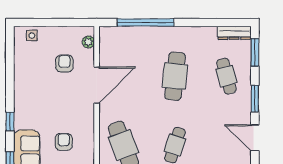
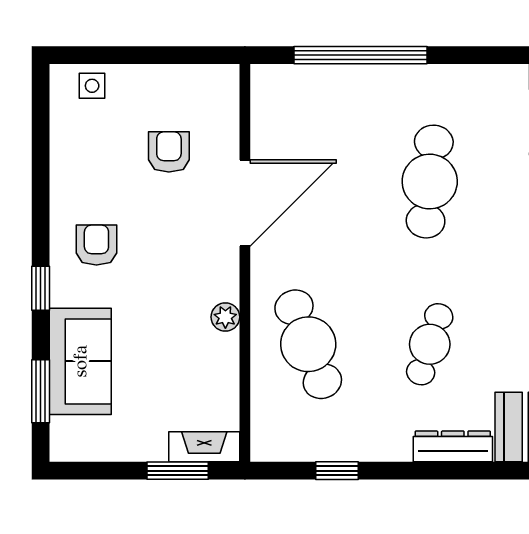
plant: (88, 42) -> (225, 317), moved
armchair: (64, 142) -> (96, 245), moved

